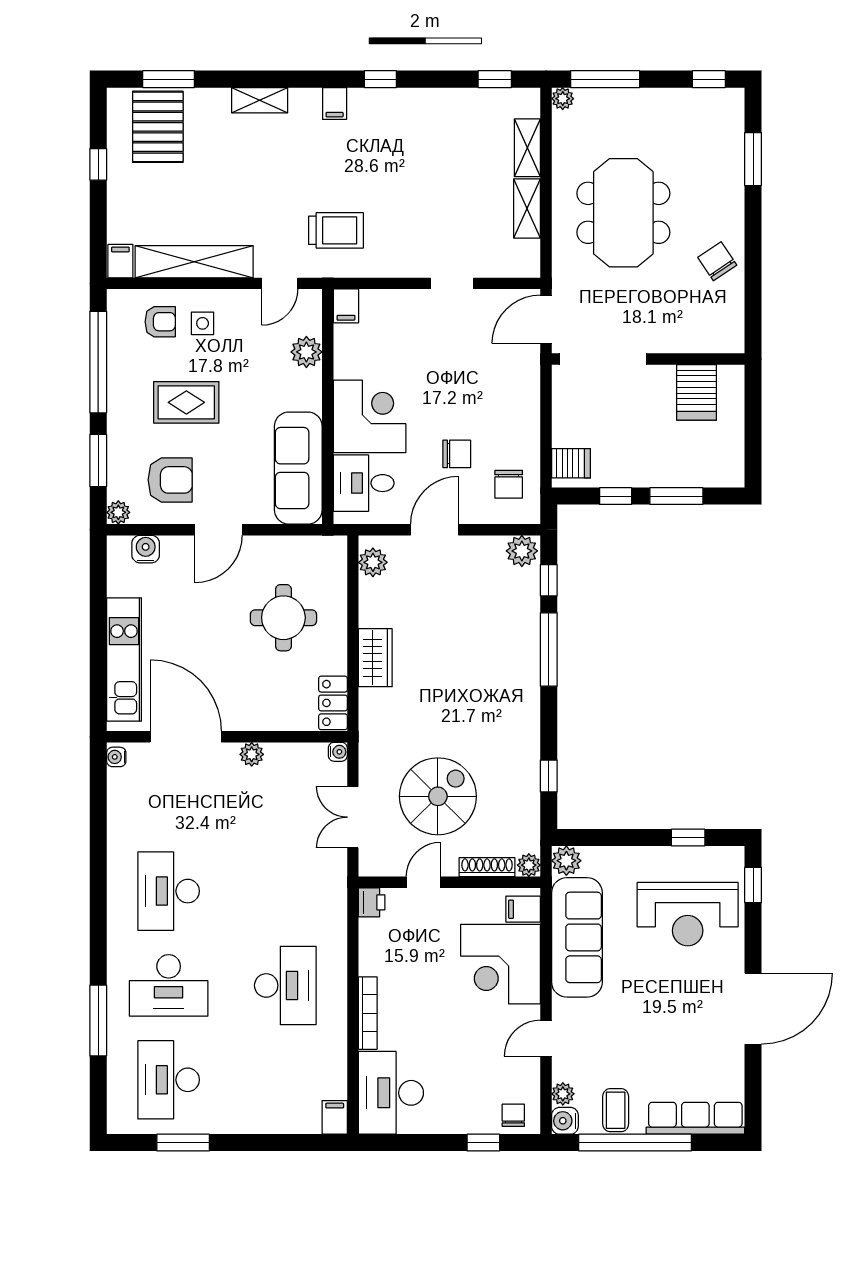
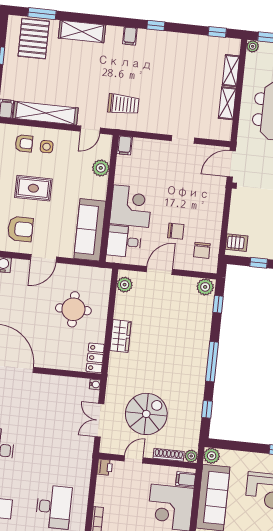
shelving: (260, 100) -> (82, 32), width x1.50, depth x1.33
window: (549, 649) -> (212, 362), moved
plant: (252, 754) -> (49, 381), removed

